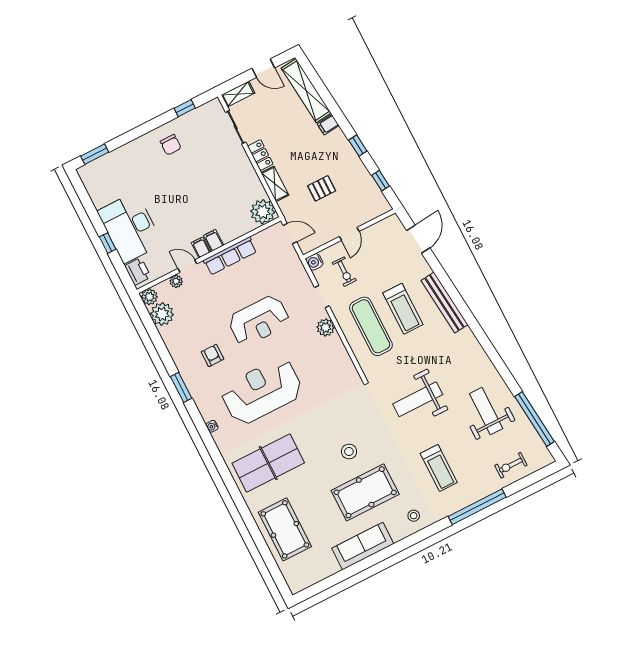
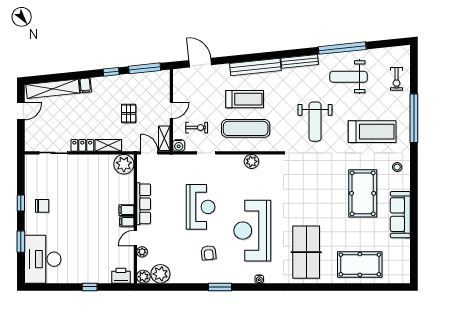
shelving: (238, 94) -> (164, 138), moved
window: (185, 108) -> (21, 203), moved
window: (95, 154) -> (21, 242), moved
window: (381, 181) -> (145, 68), width x2.17
desk: (130, 228) -> (43, 259), moved, turned 90
door: (290, 234) -> (149, 153), hinge flipped
door: (349, 234) -> (171, 110), hinge flipped
plant: (326, 327) -> (252, 161), moved
bench: (476, 348) -> (300, 61), added
armchair: (212, 355) -> (209, 253), turned -96
window: (534, 419) -> (342, 48), moved
stool: (349, 452) -> (327, 190), removed
treadmill: (439, 468) -> (372, 132), width x1.37, depth x1.38

